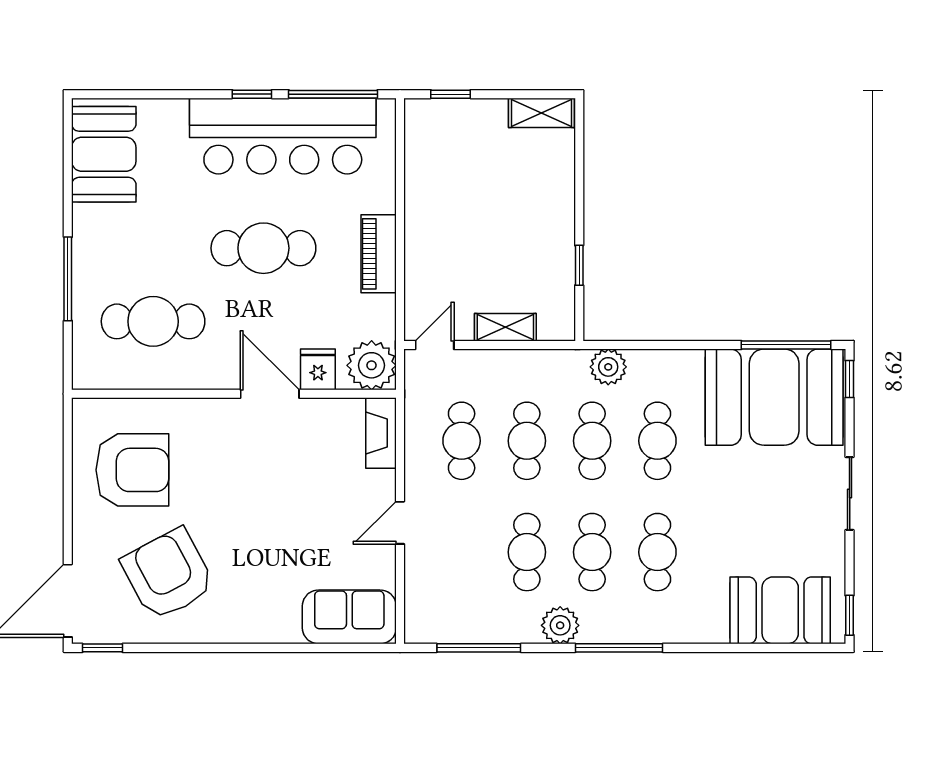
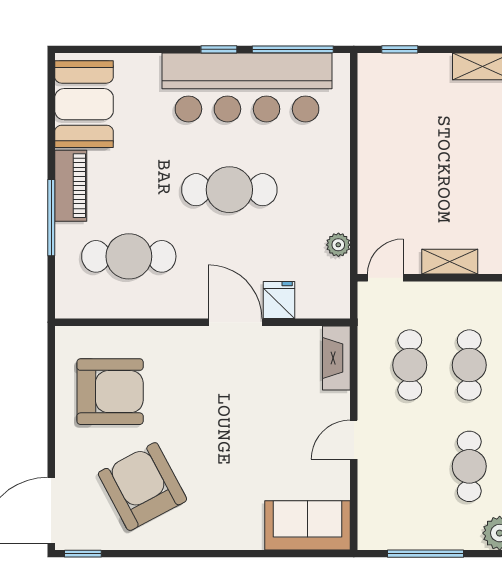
piano: (379, 254) -> (71, 186), moved, turned 180
plant: (372, 365) -> (338, 245), moved, width x0.53, depth x0.53

